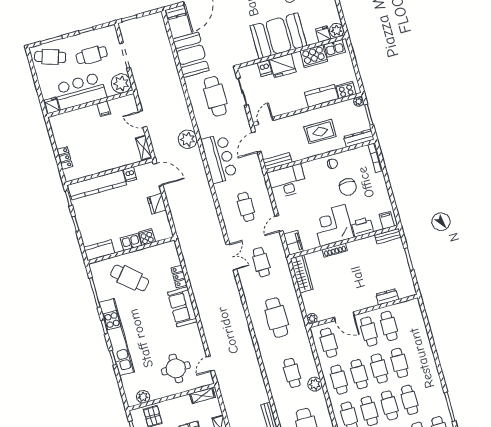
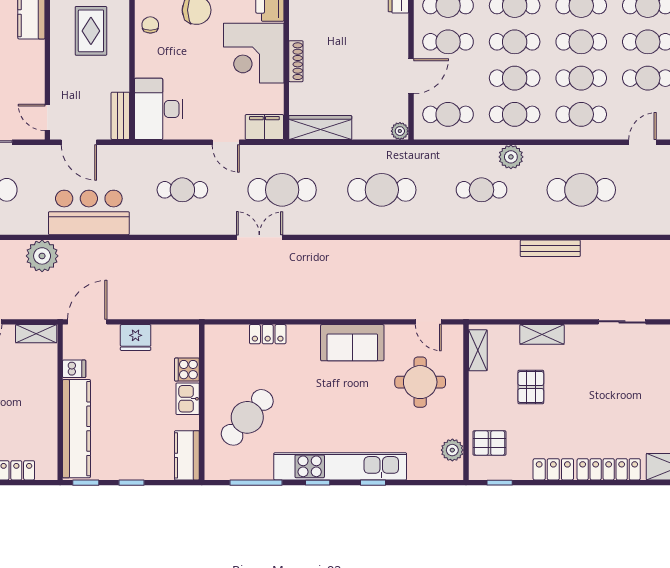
cafe table: (261, 262) -> (282, 190), width x1.37, depth x1.35
sofa: (182, 307) -> (352, 343), moved

